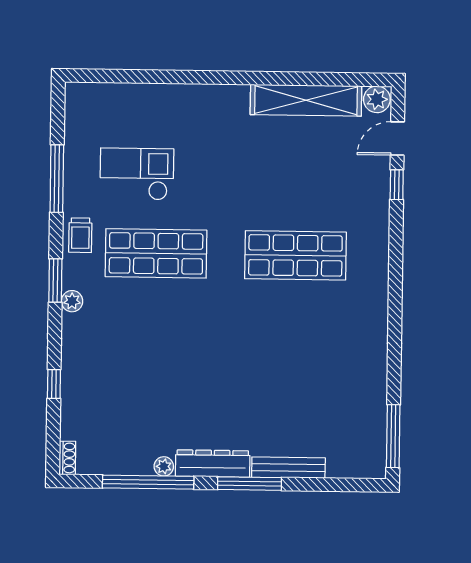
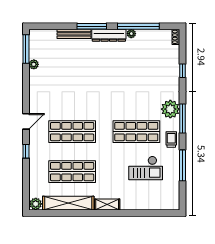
shelving: (221, 96) -> (107, 204), added
door: (397, 138) -> (26, 121), moved
shop shelf: (297, 169) -> (72, 172), added
window: (397, 185) -> (26, 151), moved
window: (55, 280) -> (182, 118), width x1.44
plant: (72, 301) -> (170, 109), width x1.87, depth x1.87
plant: (377, 403) -> (34, 64), added

